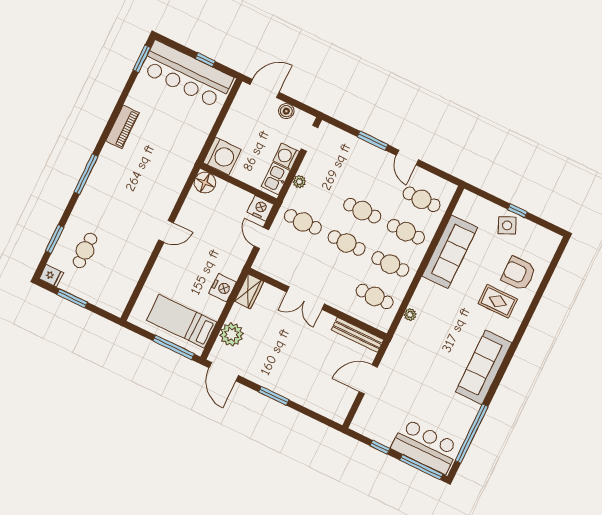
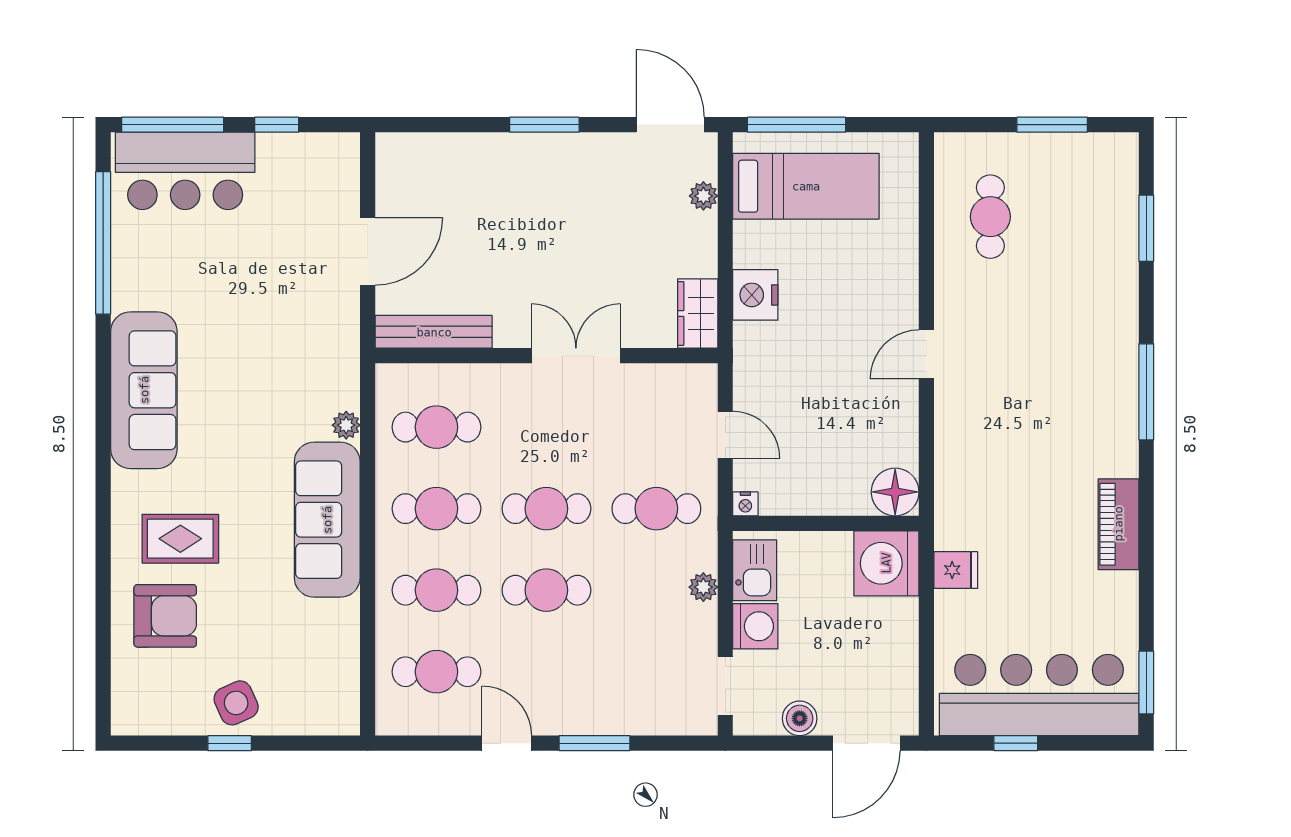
nightstand: (260, 208) -> (745, 504), width x0.53, depth x0.56
cafe table: (85, 250) -> (990, 217), moved
sofa: (450, 252) -> (327, 520), moved
fridge: (51, 276) -> (956, 570), moved, turned 180
plant: (232, 334) -> (703, 196), width x0.53, depth x0.53

